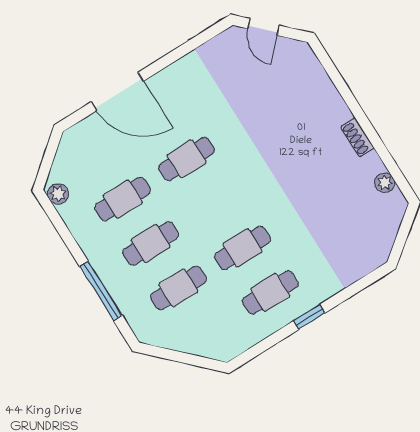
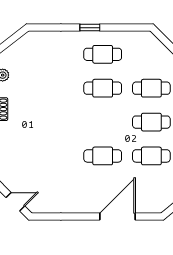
door: (264, 27) -> (15, 202), hinge flipped
door: (117, 91) -> (117, 217), hinge flipped

